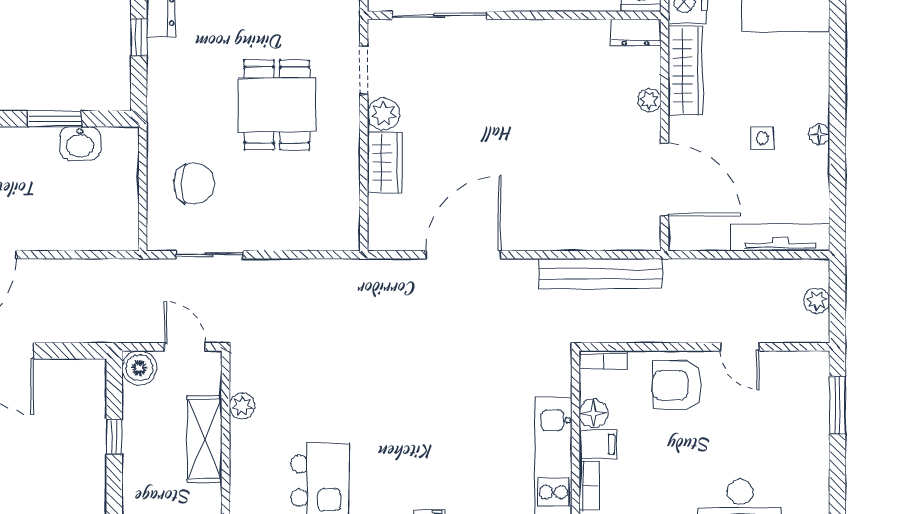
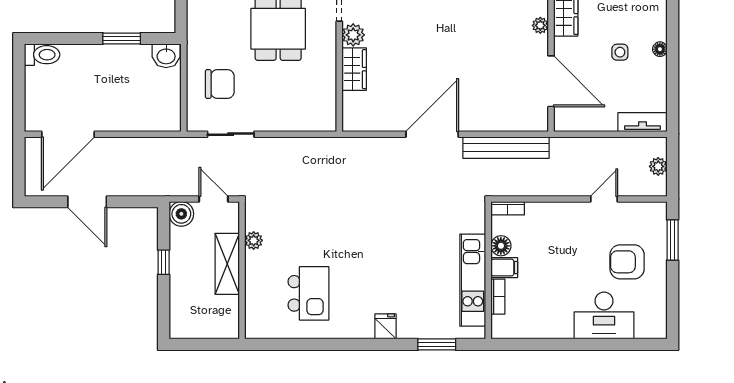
washbasin: (80, 143) -> (166, 56), moved
tv unit: (780, 238) -> (643, 122), width x0.71
door: (463, 255) -> (432, 134), moved
door: (740, 347) -> (604, 199), swing flipped
armchair: (677, 385) -> (627, 262), moved

